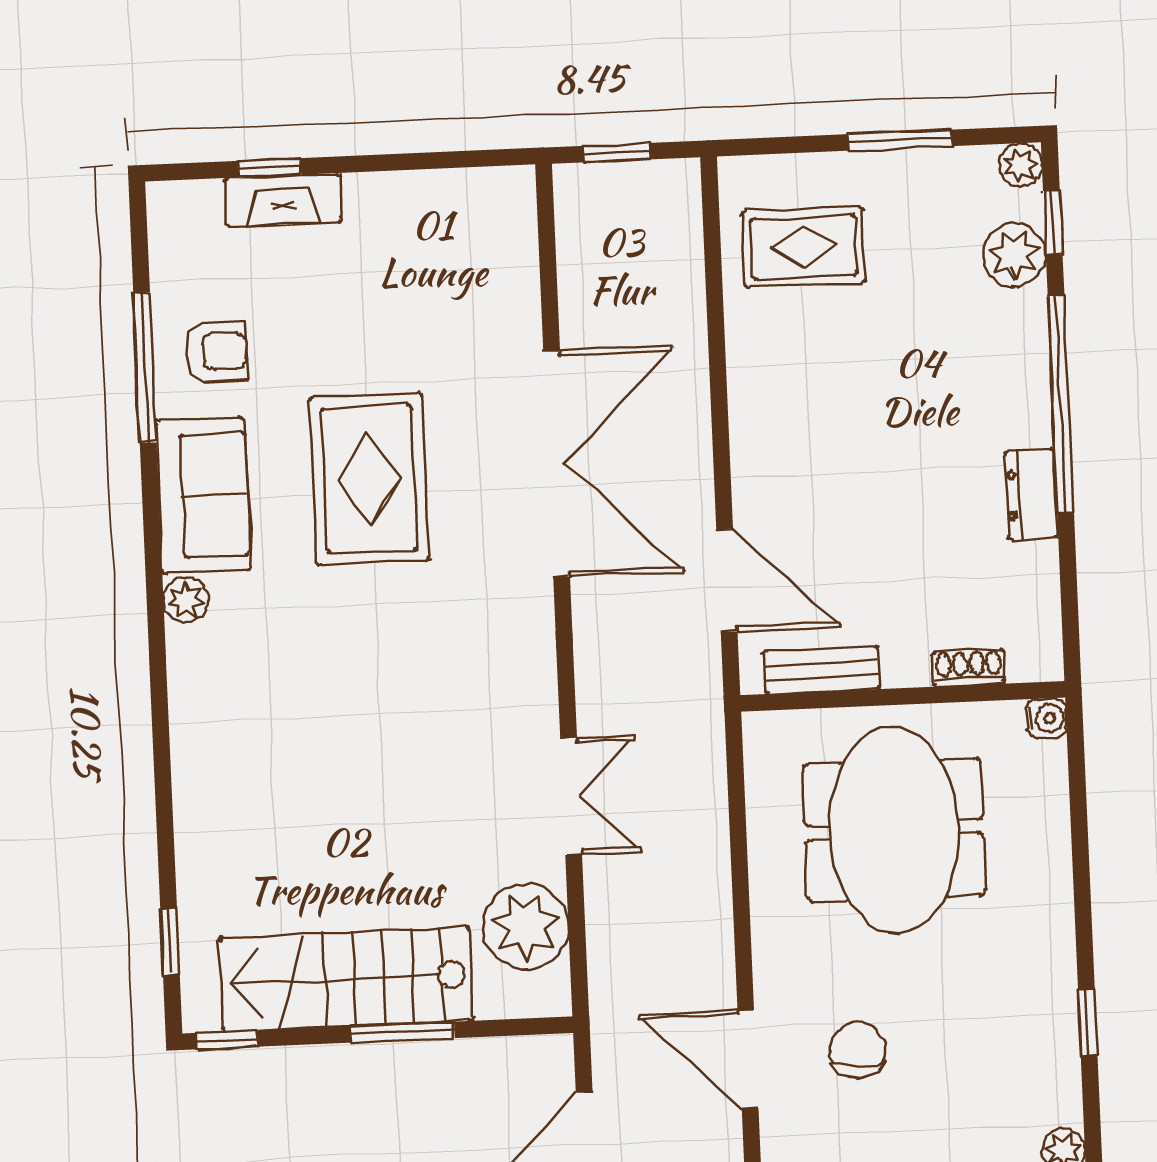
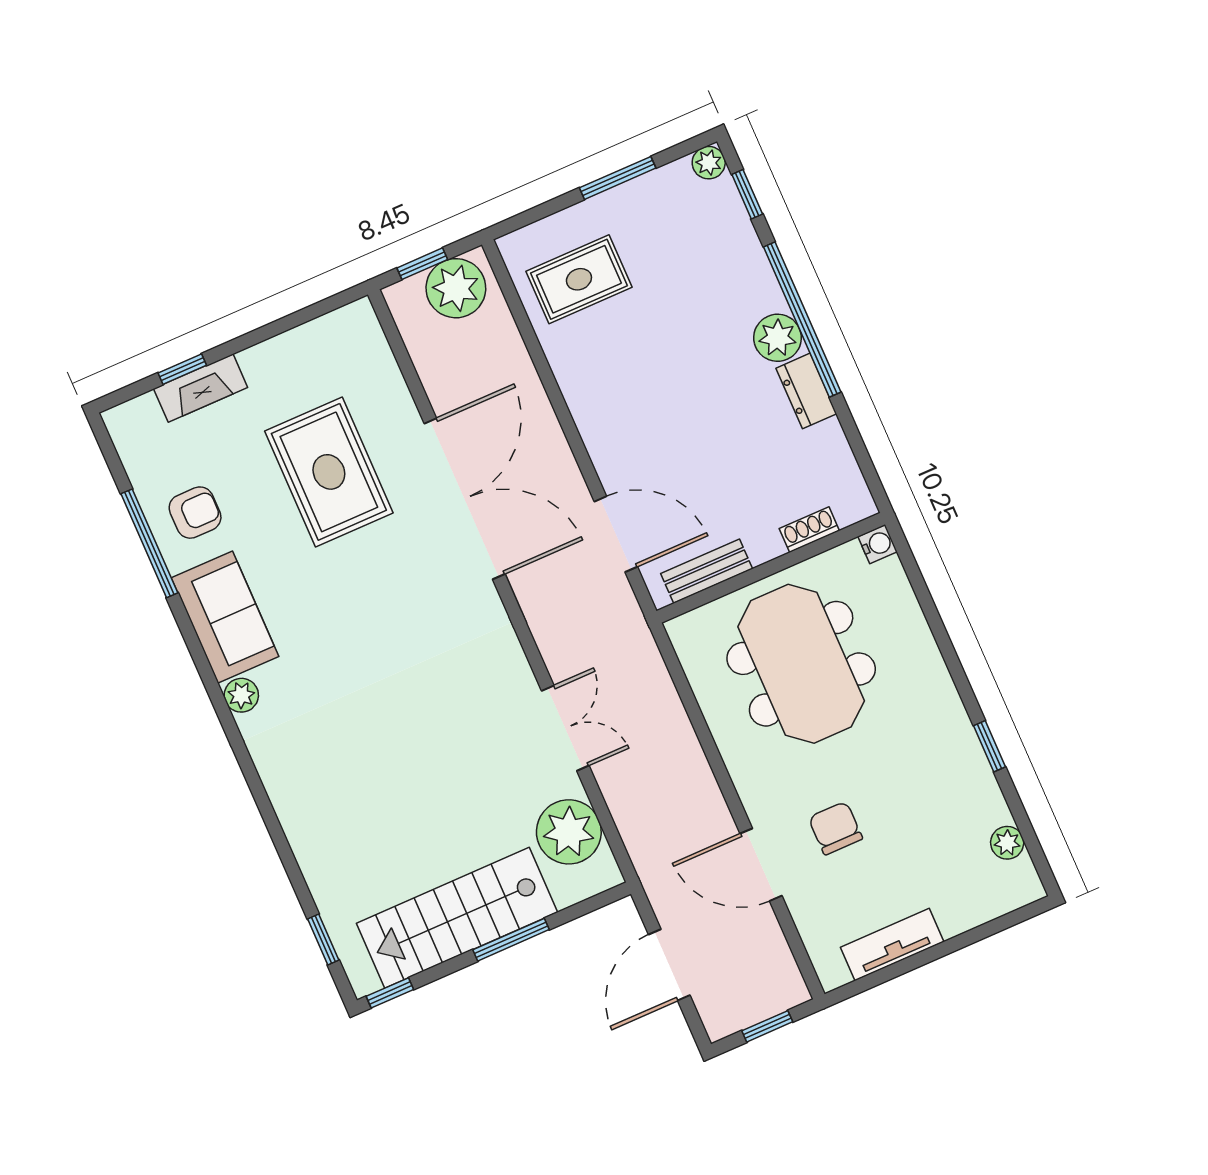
plant: (647, 199) -> (456, 288), added
plant: (1015, 255) -> (778, 338), moved
rug: (369, 479) -> (329, 472), moved

